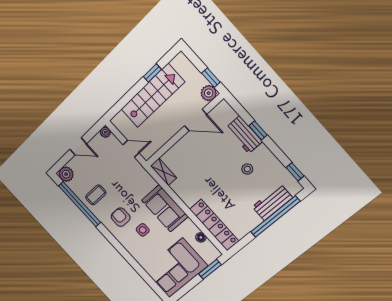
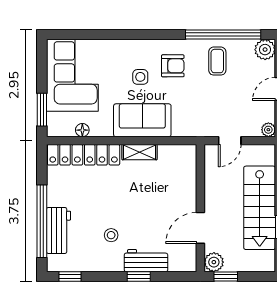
shelving: (164, 172) -> (139, 152), moved

